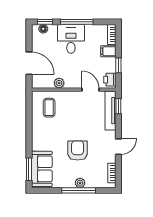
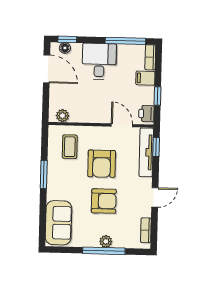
window: (77, 22) -> (125, 41), moved
door: (29, 63) -> (47, 69), moved
plant: (59, 83) -> (63, 116), moved
armchair: (75, 121) -> (102, 164), added
armchair: (78, 151) -> (104, 201), turned 90
window: (29, 169) -> (44, 175), moved

